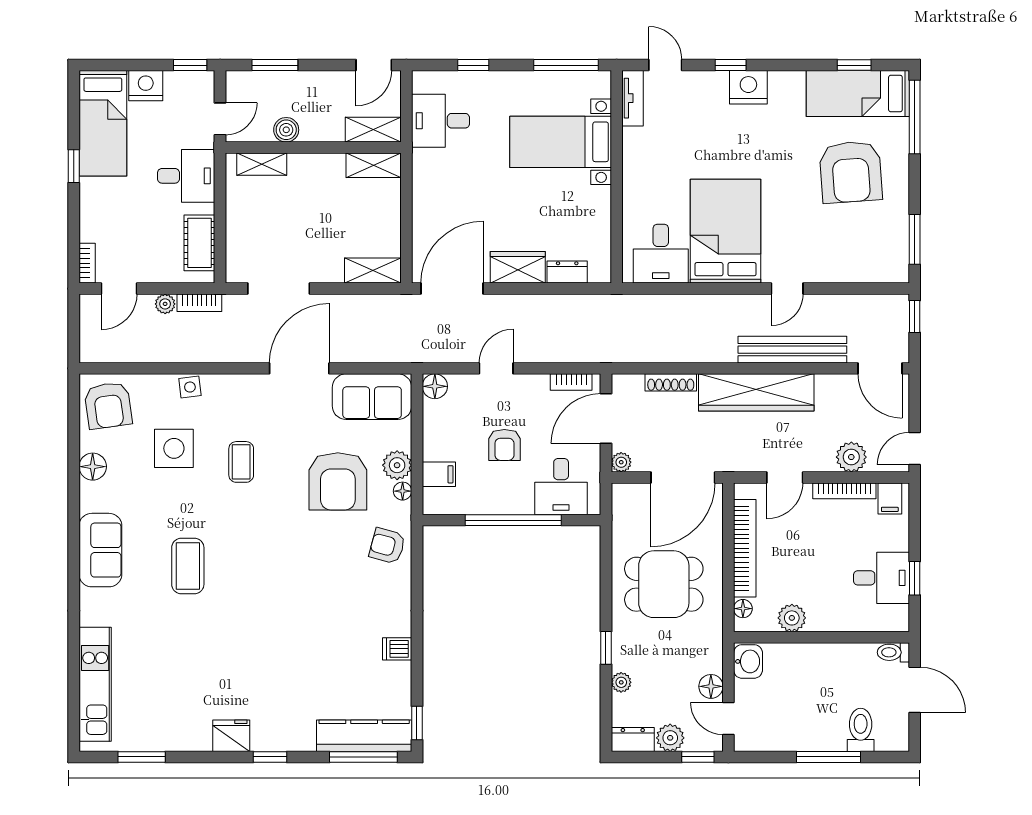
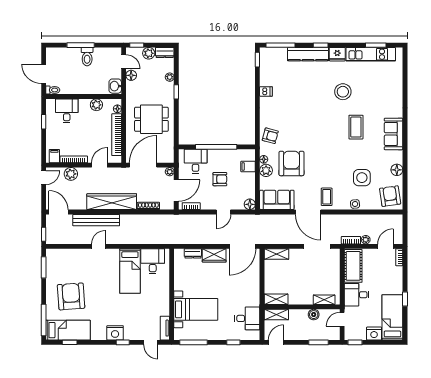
bed: (725, 231) -> (130, 271), width x0.67
cot: (199, 243) -> (353, 266), width x1.37, depth x1.34
door: (299, 368) -> (308, 212), hinge flipped
armchair: (504, 445) -> (220, 179), turned 90
coffee table: (241, 462) -> (327, 197), moved
desk: (881, 578) -> (67, 111), moved, turned 90
stool: (218, 648) -> (343, 92), added
kitchen unit: (95, 684) -> (371, 54), moved, turned -90
toilet: (861, 730) -> (87, 57), moved
kitchen counter: (364, 736) -> (308, 54), moved

